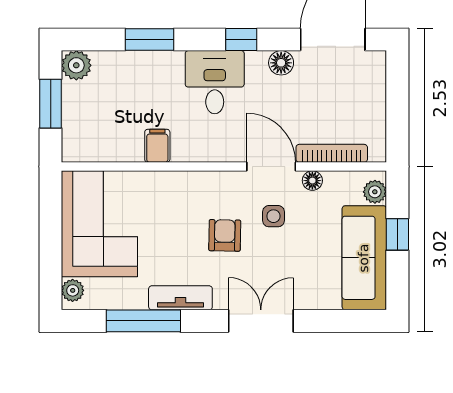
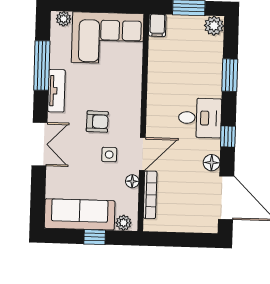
filing cabinet: (157, 146) -> (157, 25), moved, turned 90

